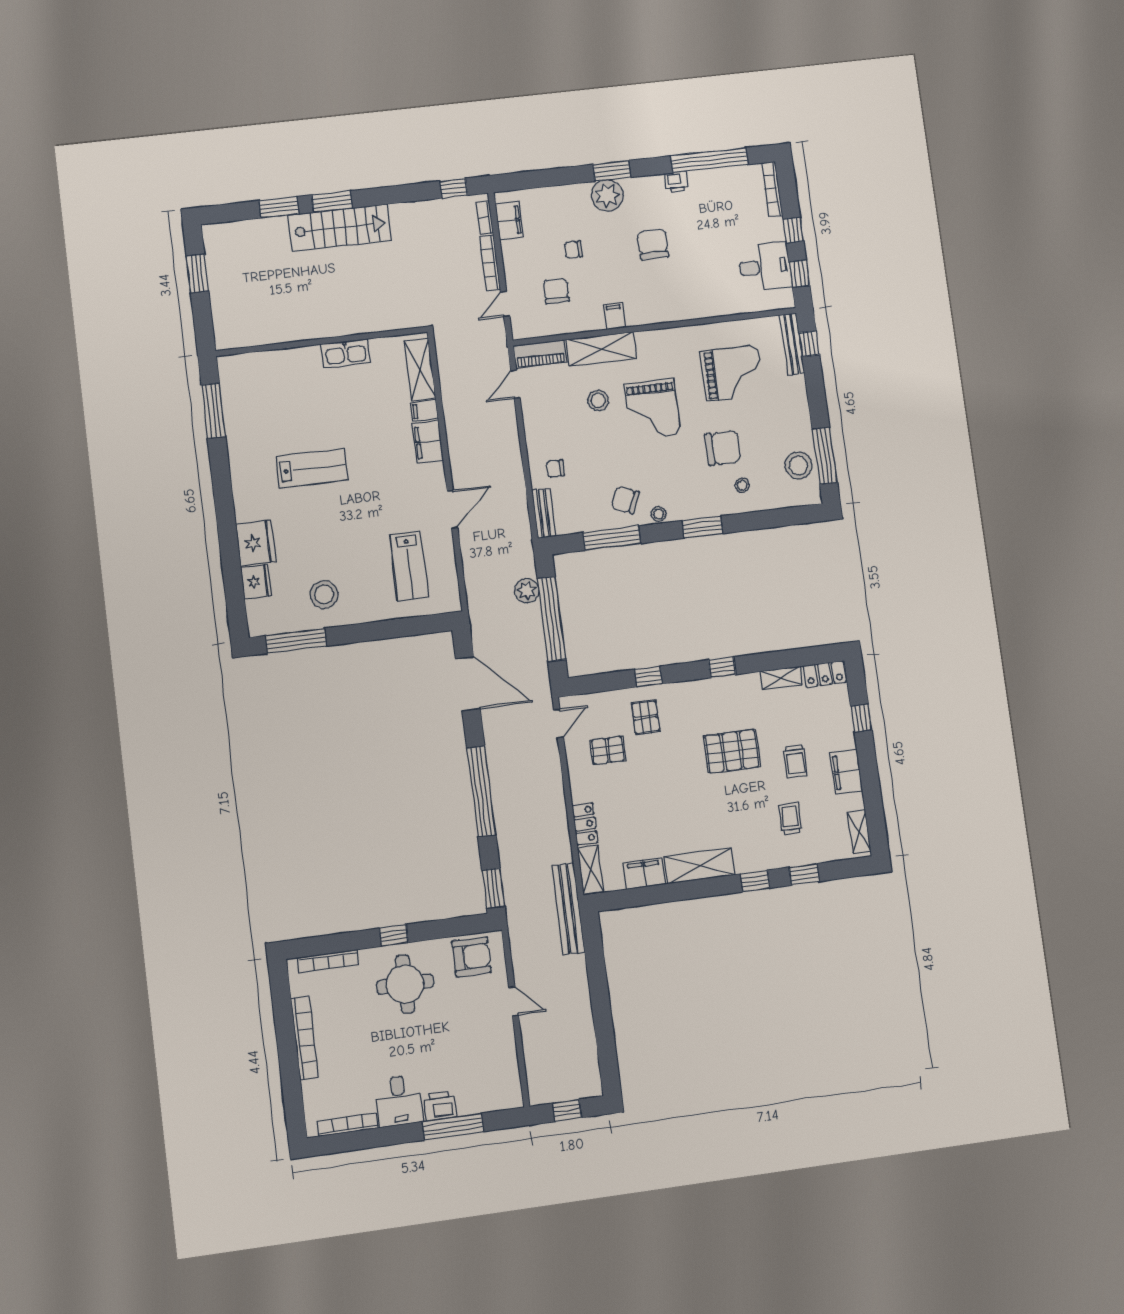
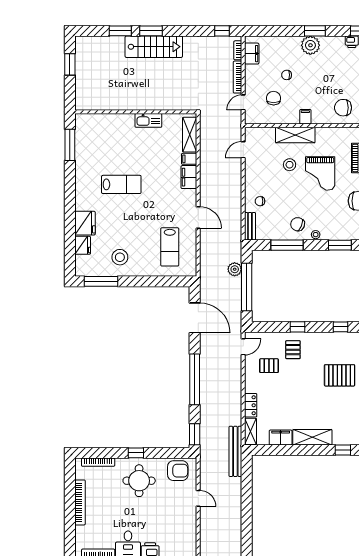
chair: (653, 244) -> (343, 108), moved, turned -90
piano: (540, 354) -> (260, 134), removed
door: (452, 509) -> (198, 218), hinge flipped

